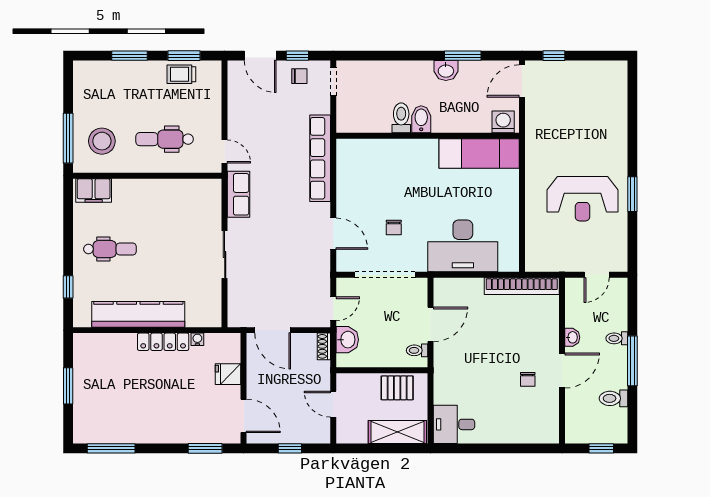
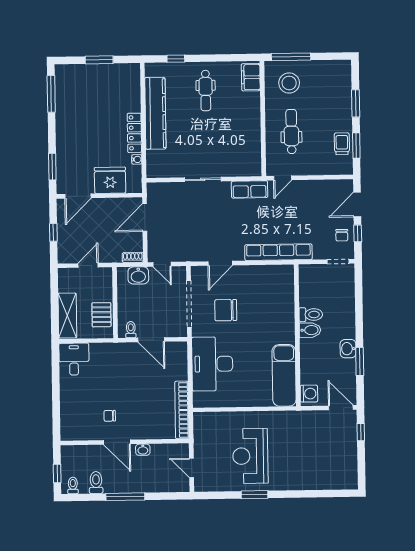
chair: (394, 227) -> (226, 310), width x1.87, depth x1.87
toilet: (617, 338) -> (73, 485), moved
fridge: (228, 374) -> (110, 180), width x1.88, depth x1.34

